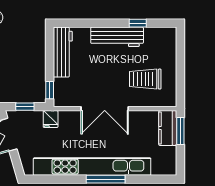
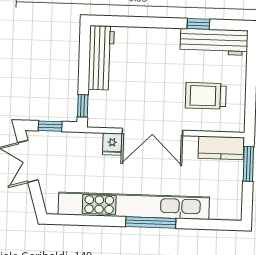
workbench: (117, 37) -> (214, 42), moved
fridge: (51, 119) -> (112, 144), moved
kitchen counter: (168, 128) -> (221, 148), moved, turned -90

